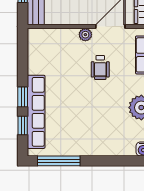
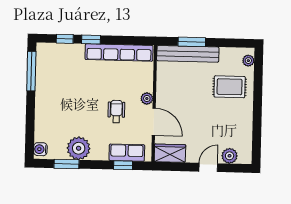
wheelchair: (100, 67) -> (116, 111), turned 90
row of seats: (36, 112) -> (119, 53), moved

